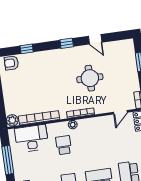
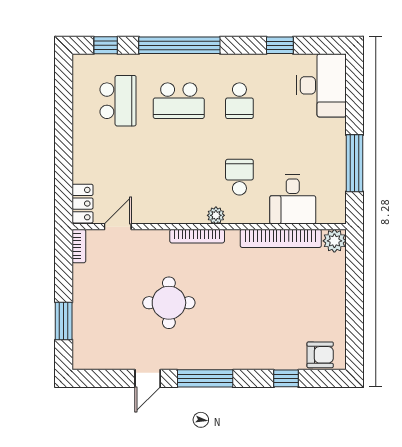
door: (95, 39) -> (148, 378), swing flipped
window: (67, 43) -> (205, 378), width x2.17
desk: (32, 138) -> (293, 199), width x0.73
school desk: (64, 145) -> (239, 177), turned 180

